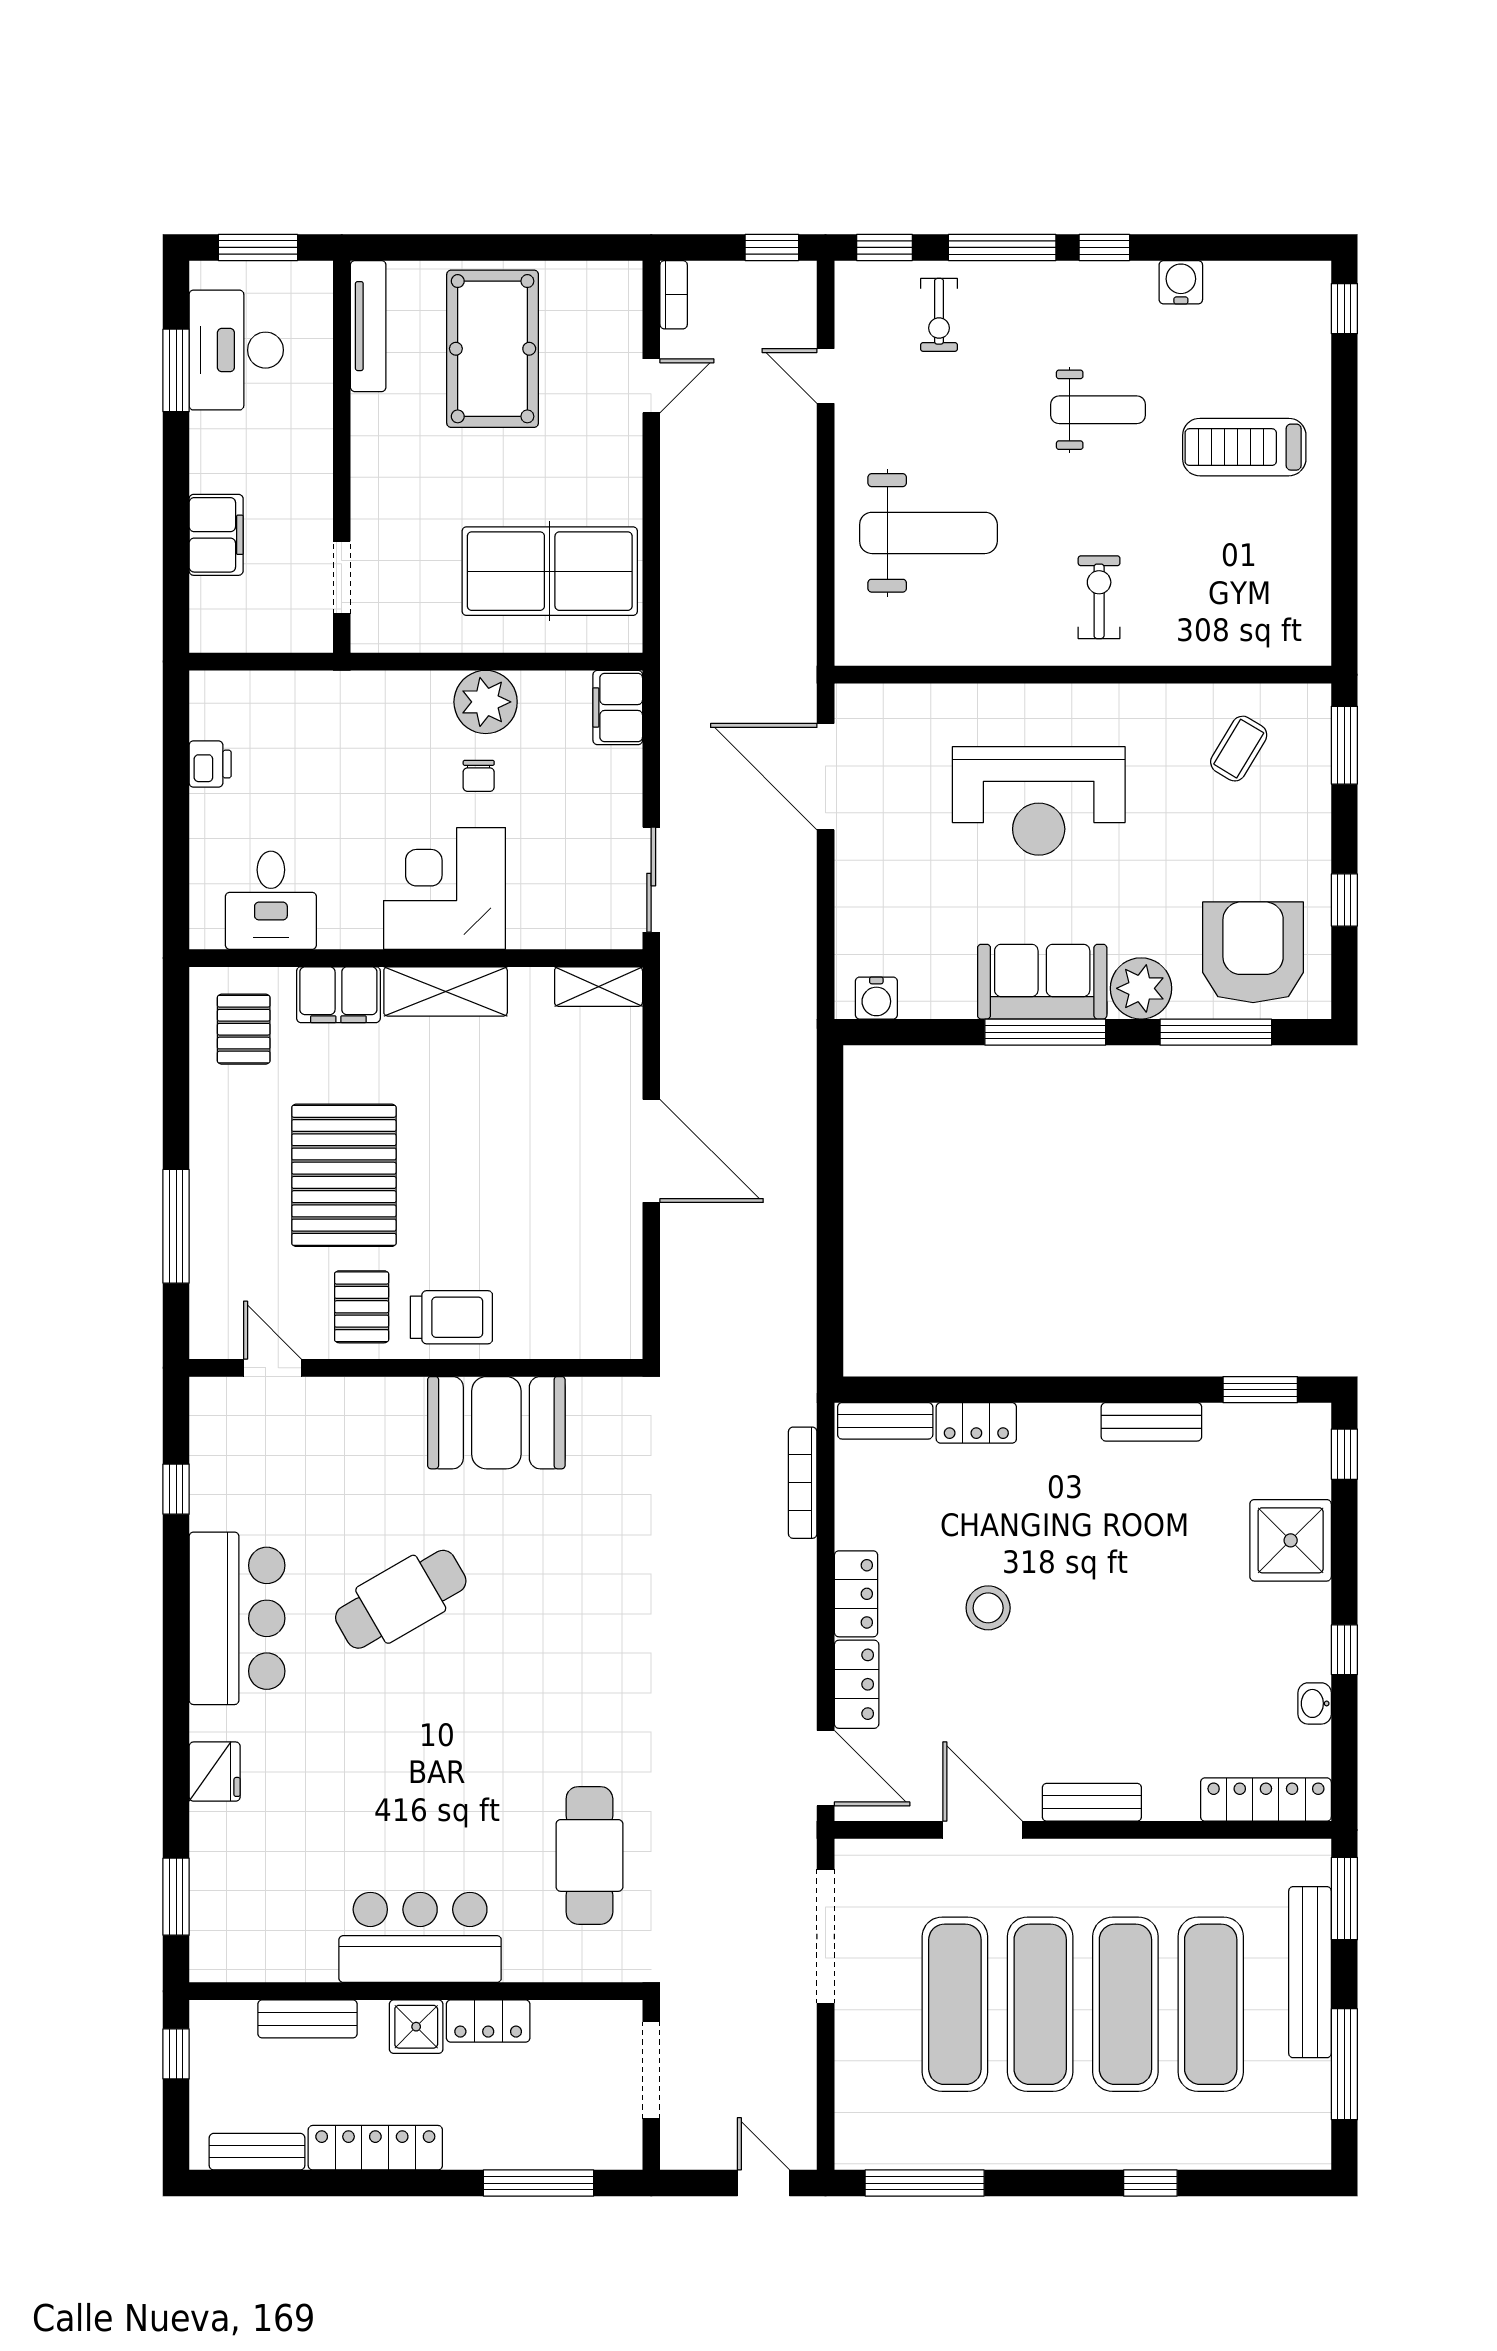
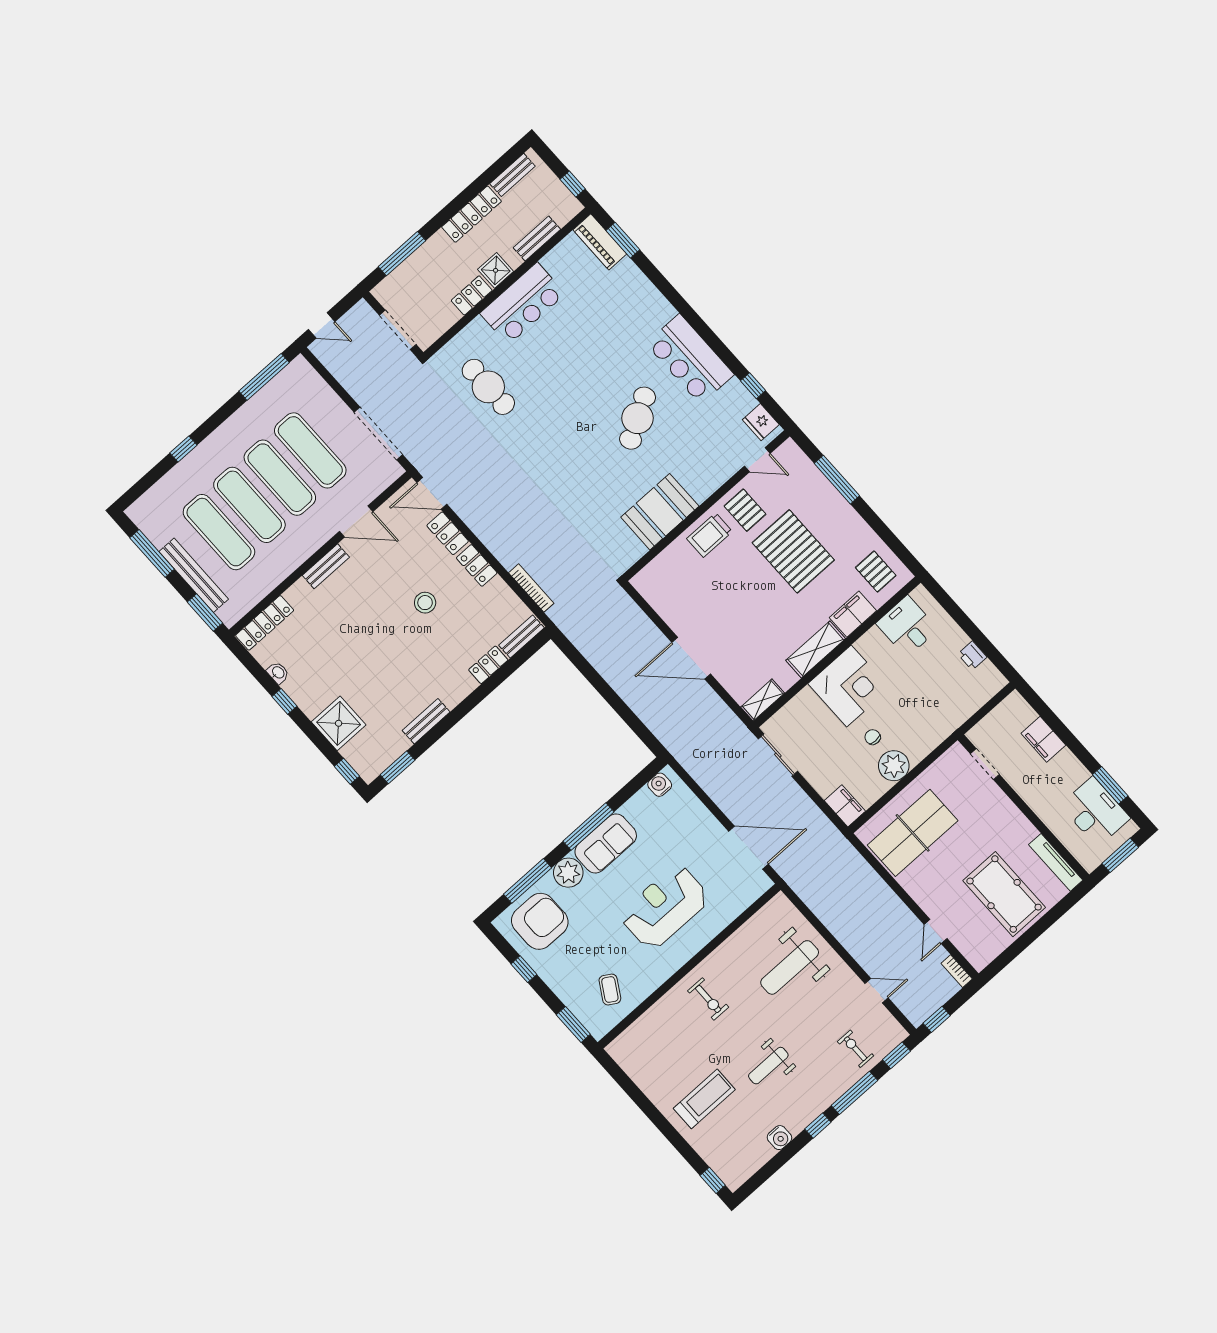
armchair: (1253, 952) -> (540, 921), turned -90
fridge: (215, 1772) -> (761, 422), moved
piano: (214, 1926) -> (600, 242), added

